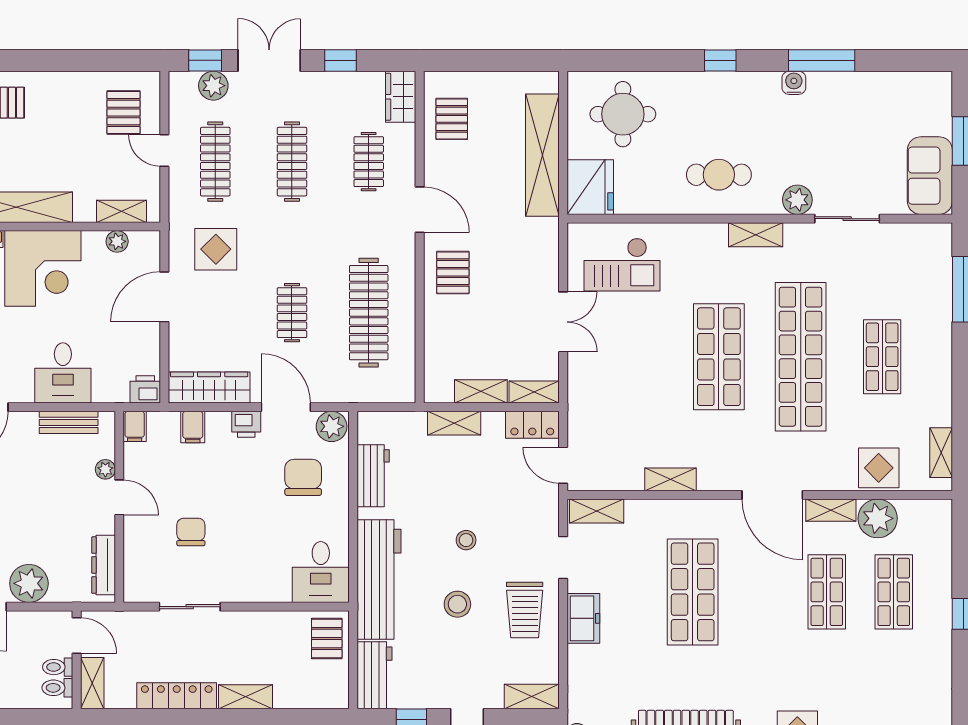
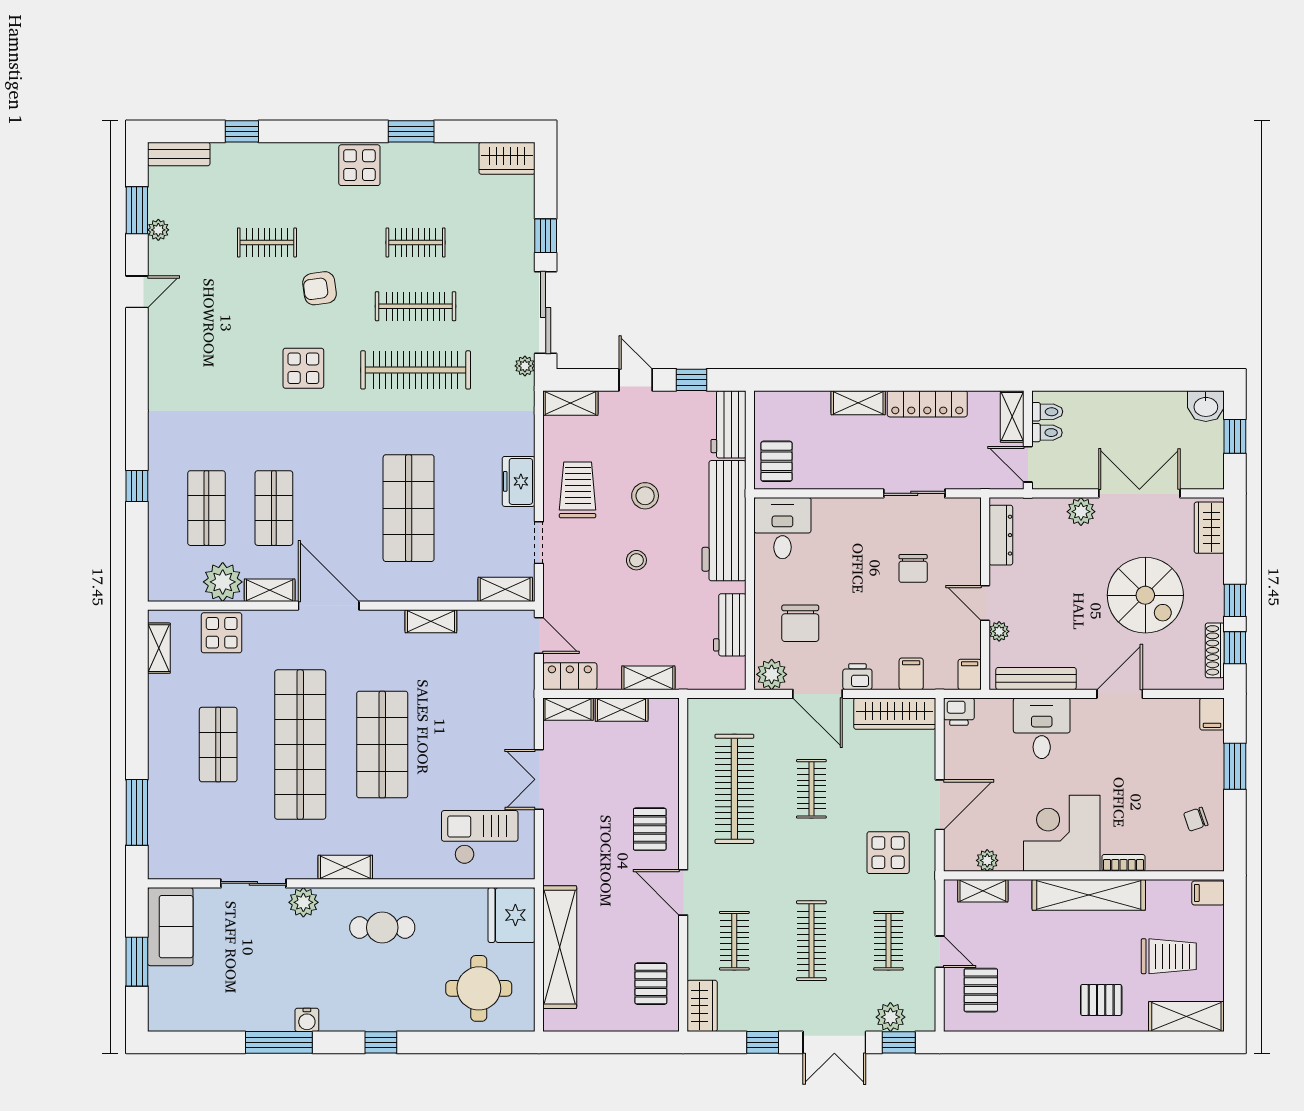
clothes rail: (215, 162) -> (889, 941), width x0.73
bench: (69, 422) -> (1036, 679), width x1.36
plant: (29, 583) -> (1081, 512), width x0.73, depth x0.73

